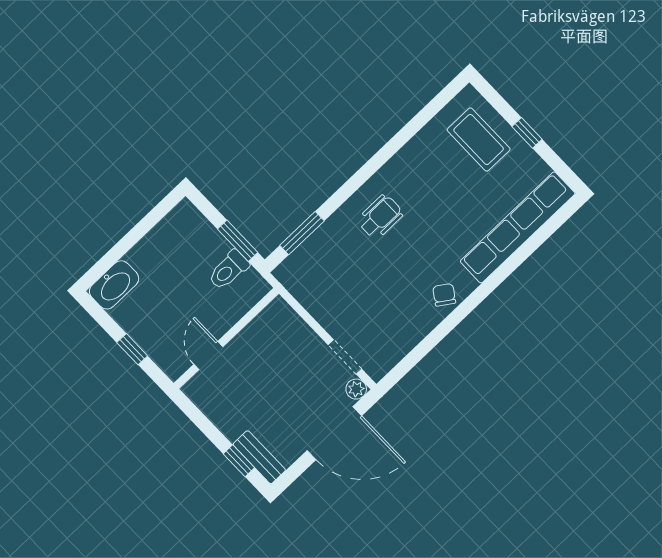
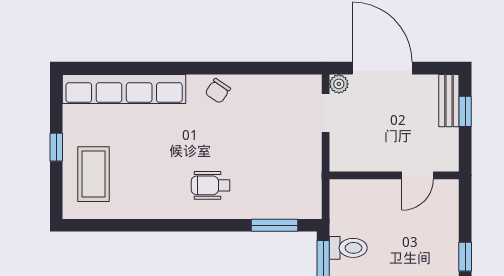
wall: (226, 338) -> (394, 175), moved
door: (208, 356) -> (418, 175), moved

